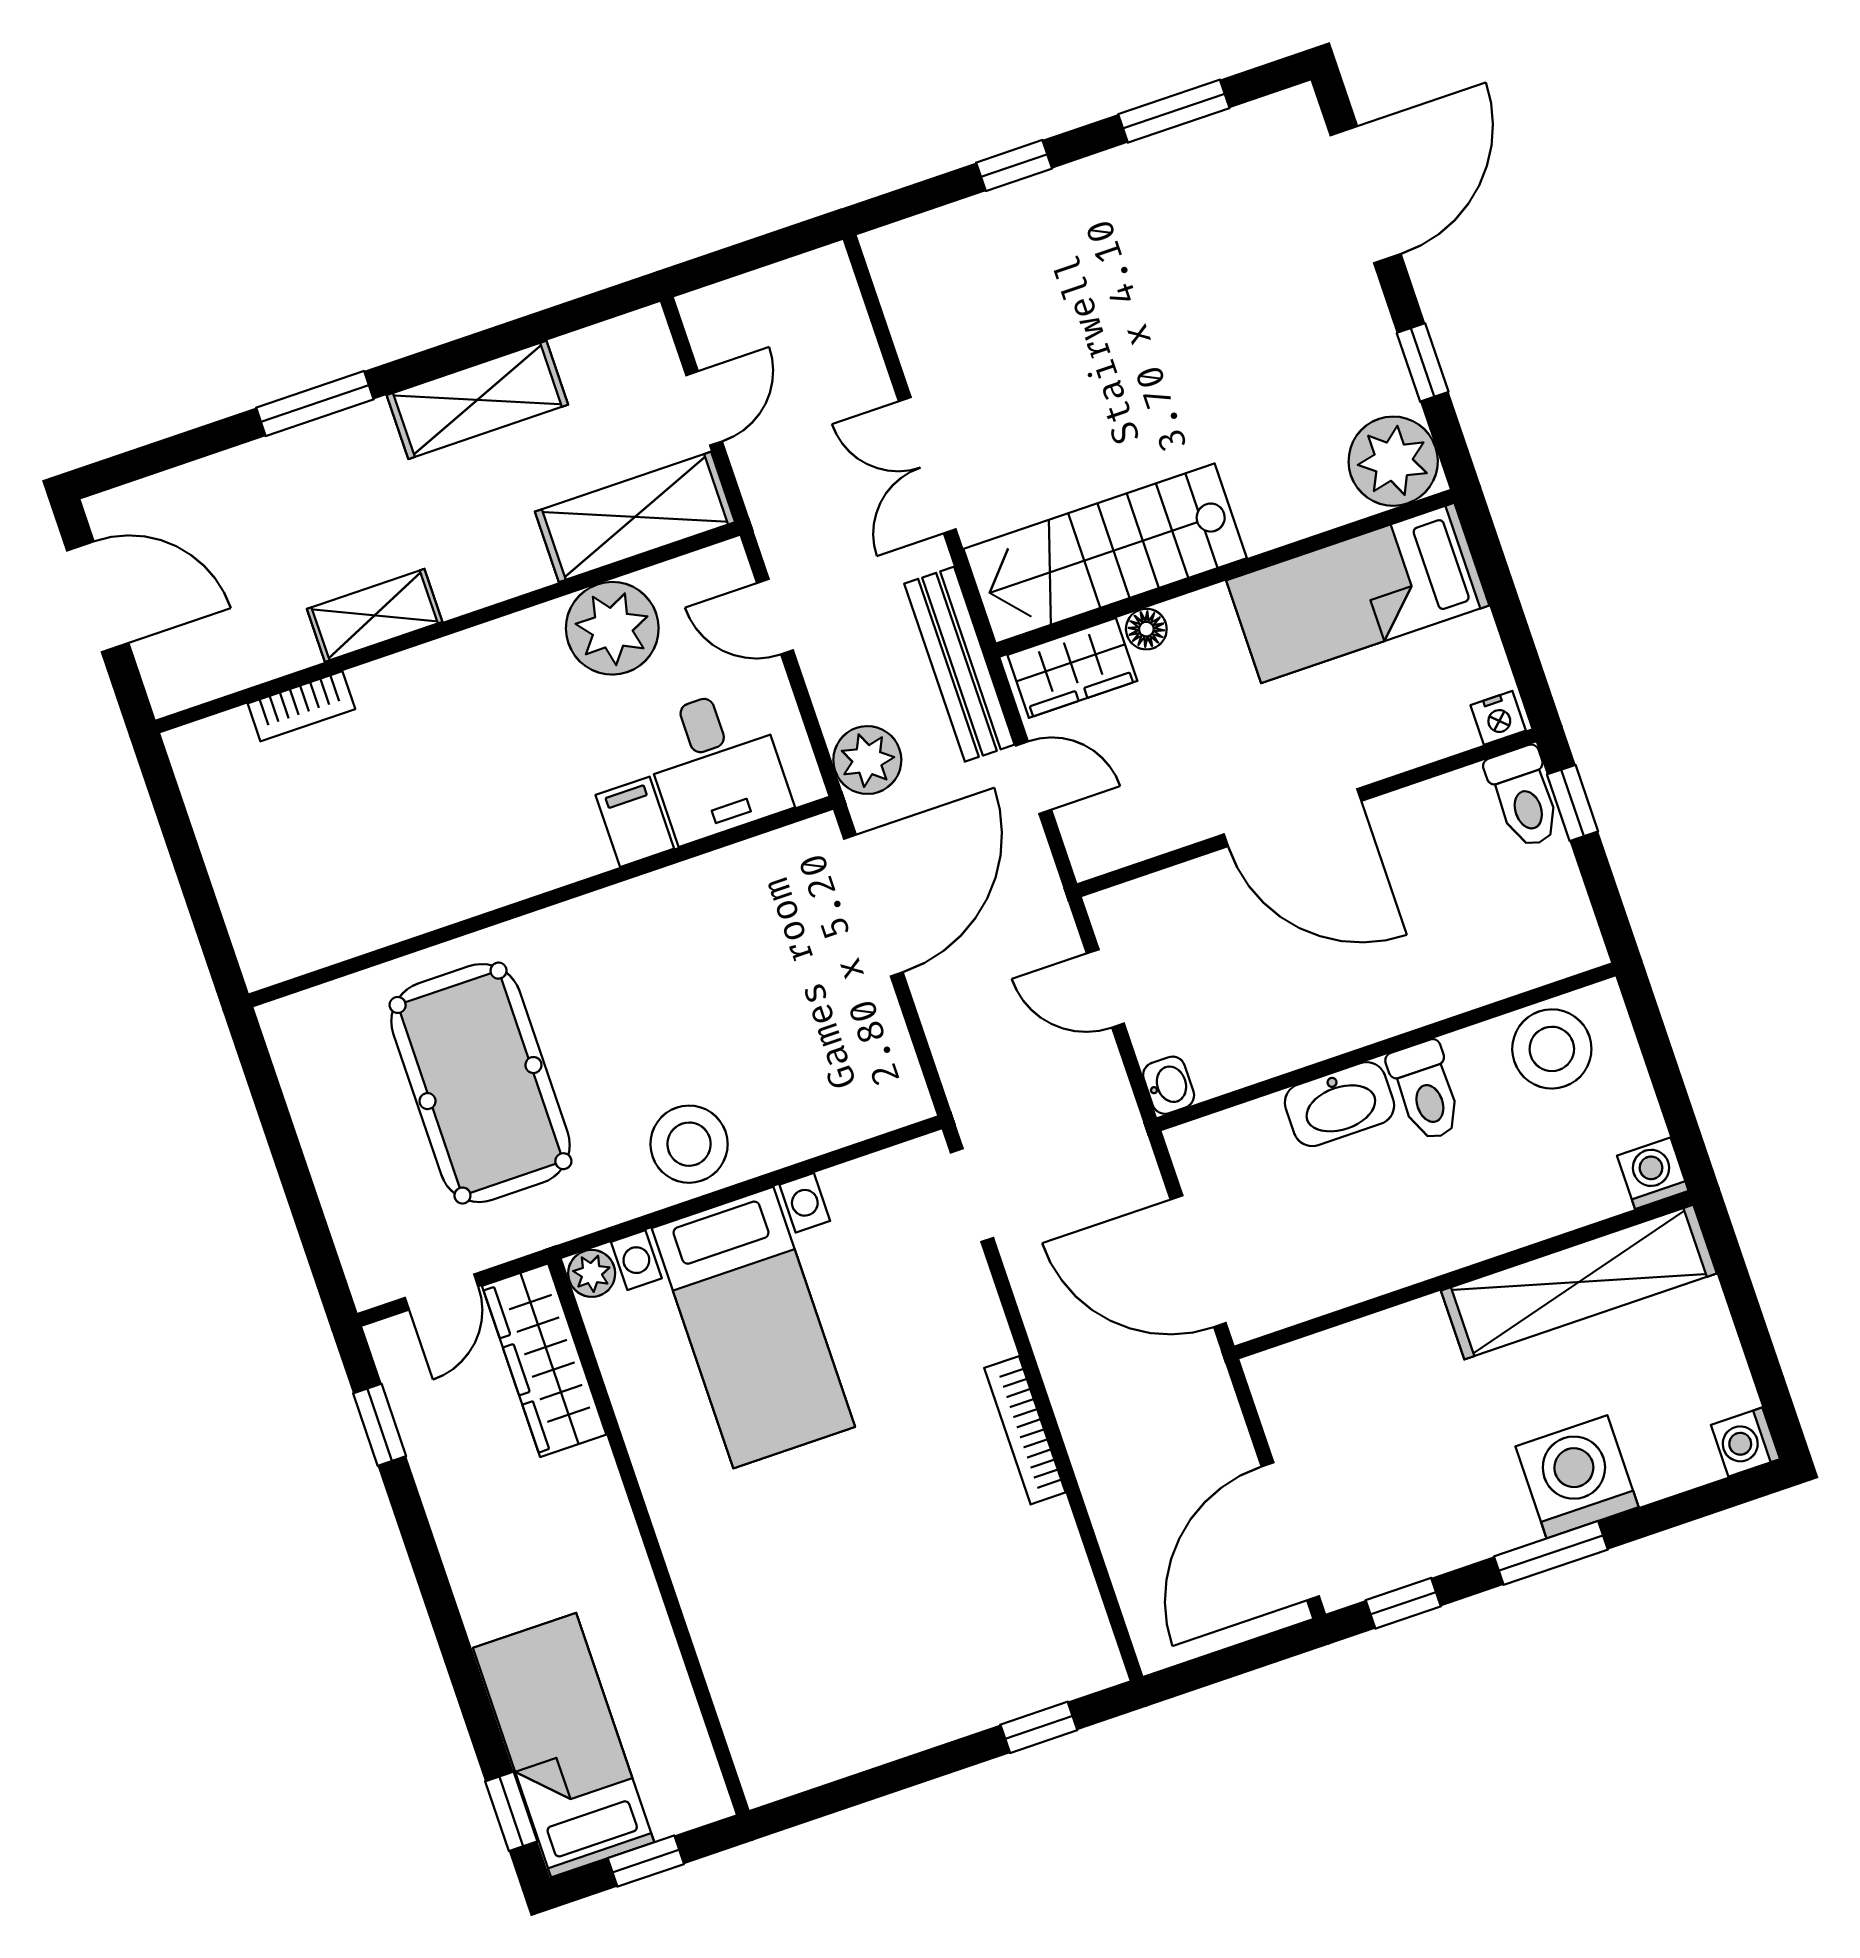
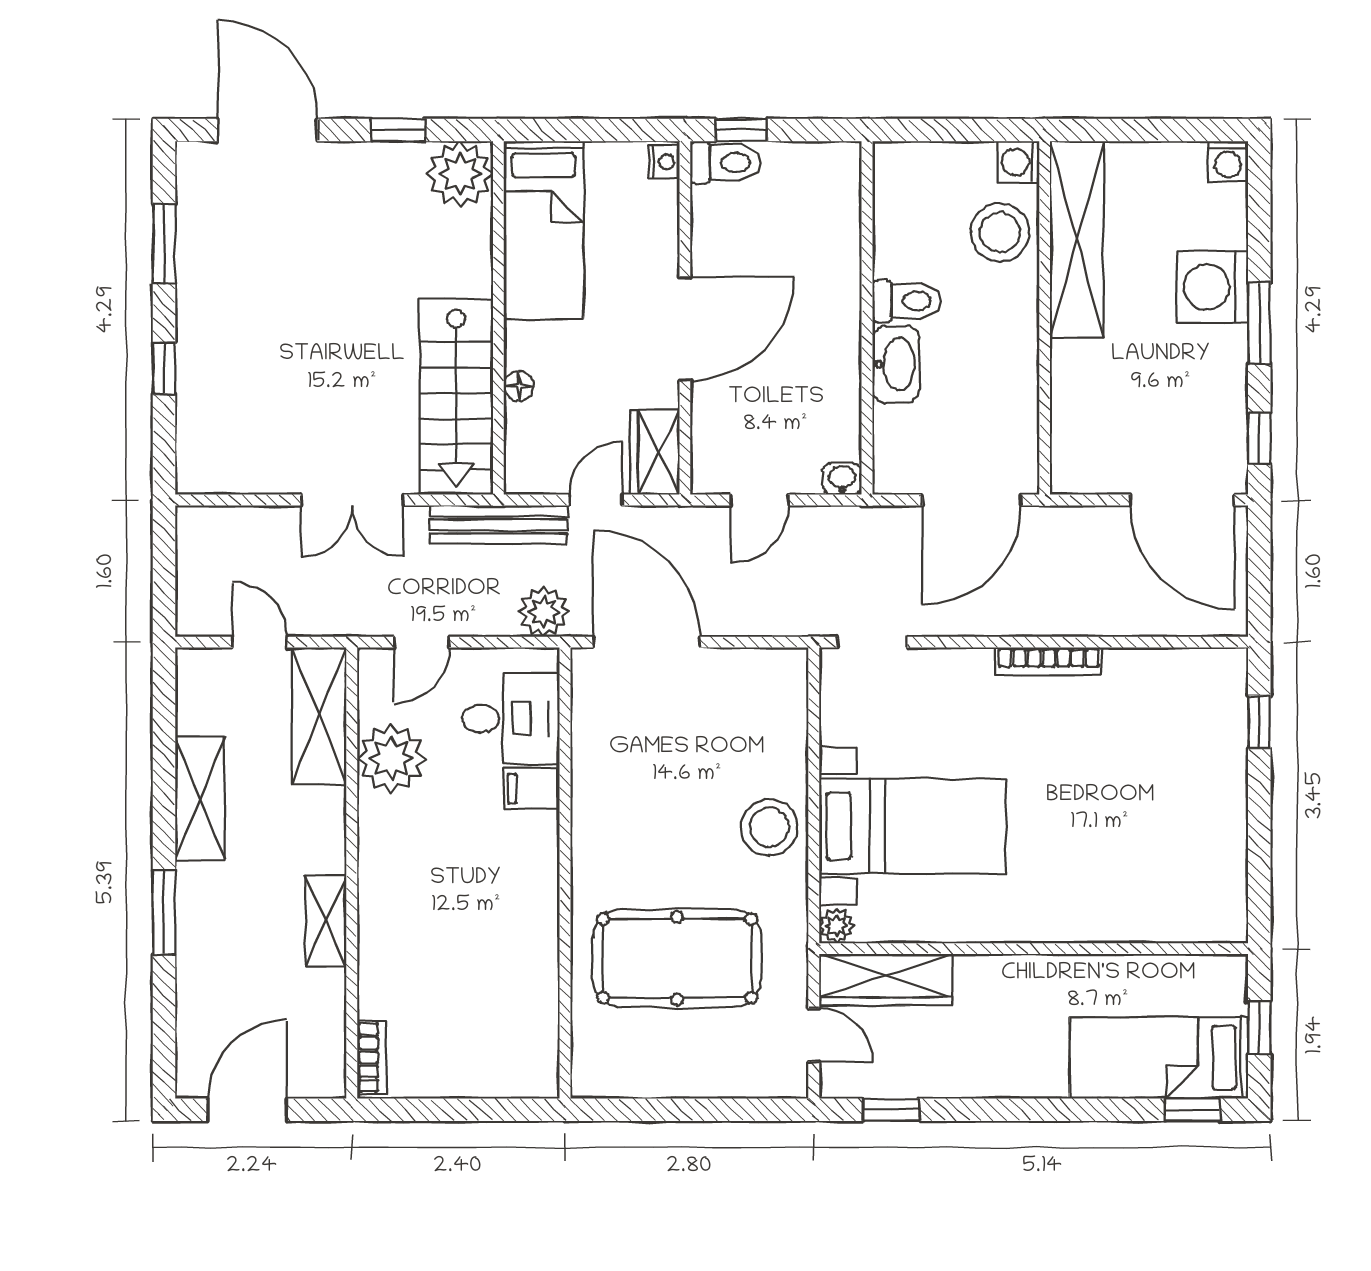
wardrobe: (1072, 668) -> (655, 452), moved, turned 180
bookcase: (301, 706) -> (372, 1057), moved
stool: (1552, 1049) -> (1000, 232), moved

